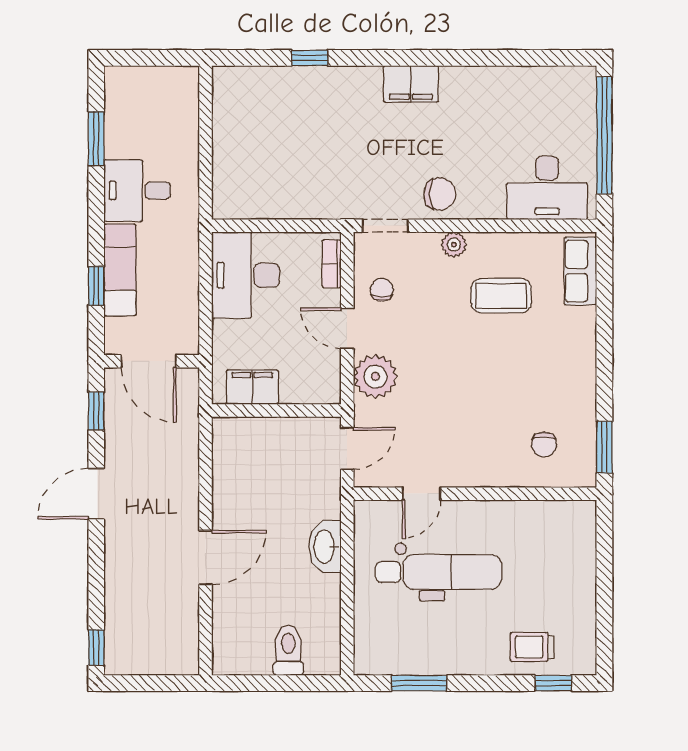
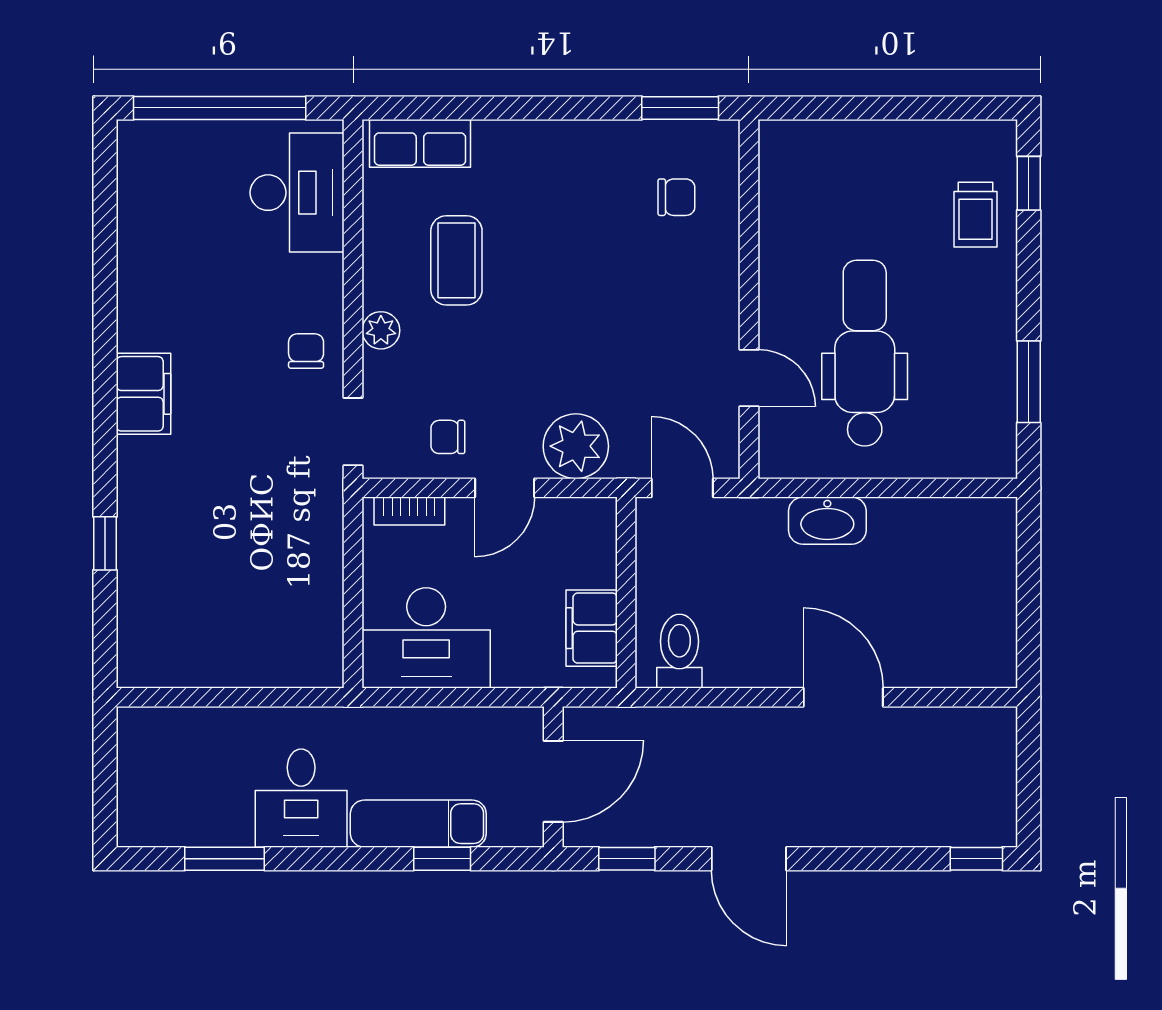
chair: (440, 194) -> (306, 351), width x0.73, depth x0.73
toilet: (288, 650) -> (679, 651), moved, turned 90

